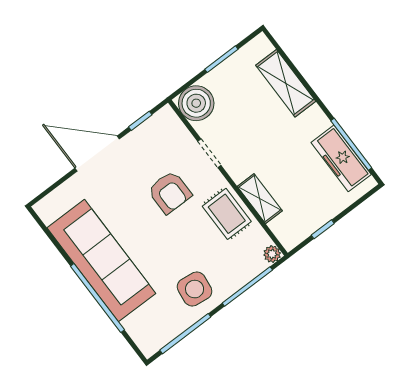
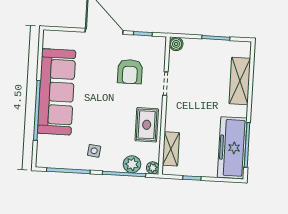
boiler: (196, 103) -> (176, 44), width x0.54, depth x0.54
freezer: (341, 158) -> (232, 148), width x1.36, depth x1.26
armchair: (170, 192) -> (130, 72), moved
shelving: (260, 199) -> (171, 149), moved
plant: (247, 269) -> (132, 164), added
side table: (195, 289) -> (94, 151), width x0.54, depth x0.54

